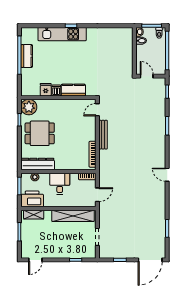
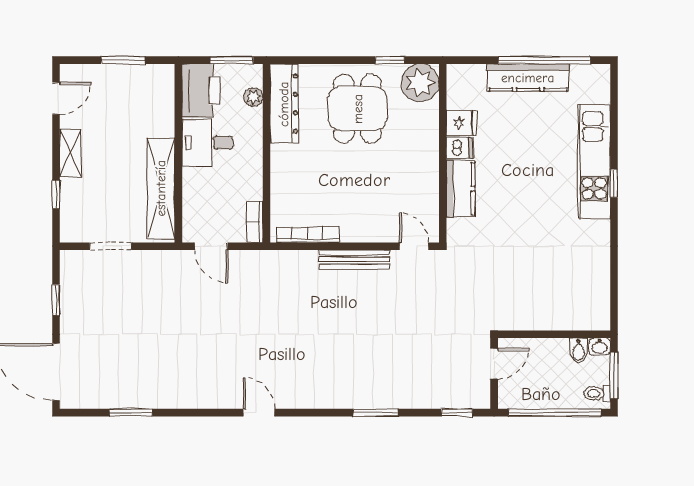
kitchen counter: (27, 56) -> (528, 78), width x1.50
door: (167, 175) -> (259, 413), hinge flipped
desk: (60, 184) -> (207, 143), moved, turned 180
shelving: (34, 215) -> (70, 153), moved
door: (35, 260) -> (56, 98), swing flipped

